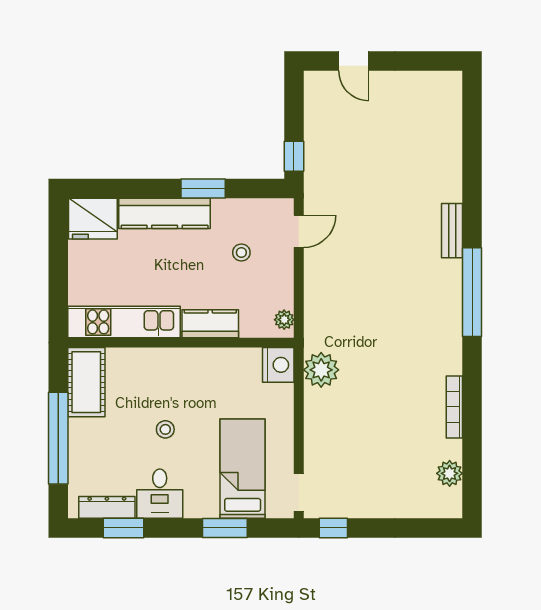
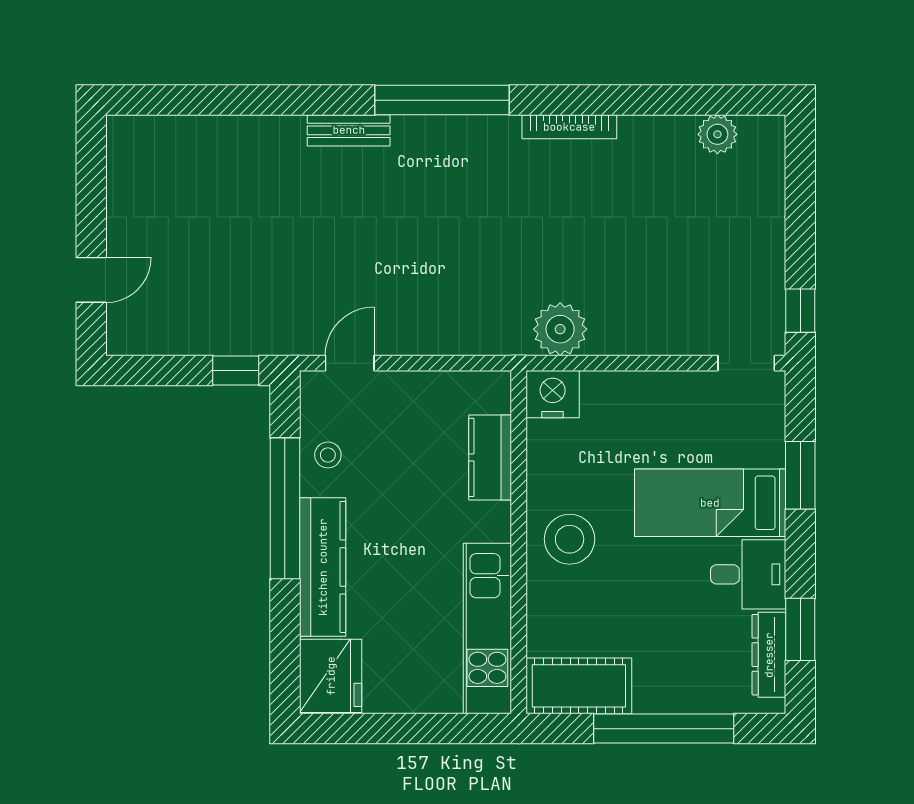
window: (203, 189) -> (285, 508), width x2.11
door: (299, 231) -> (350, 363), hinge flipped
stool: (241, 253) -> (328, 455), moved
plant: (284, 320) -> (484, 385), removed
kitchen counter: (210, 324) -> (490, 457), moved
bookcase: (454, 407) -> (569, 127), moved
stool: (165, 429) -> (570, 539), moved, width x1.89, depth x1.89
bed: (243, 469) -> (710, 503), moved

